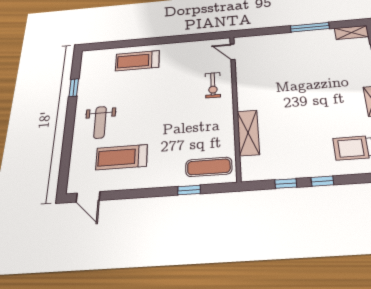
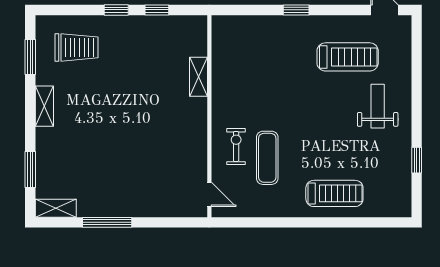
shelving: (248, 133) -> (198, 77), width x0.67, depth x0.75
exercise mat: (209, 167) -> (267, 158), moved, turned 90
window: (189, 190) -> (296, 10), moved

